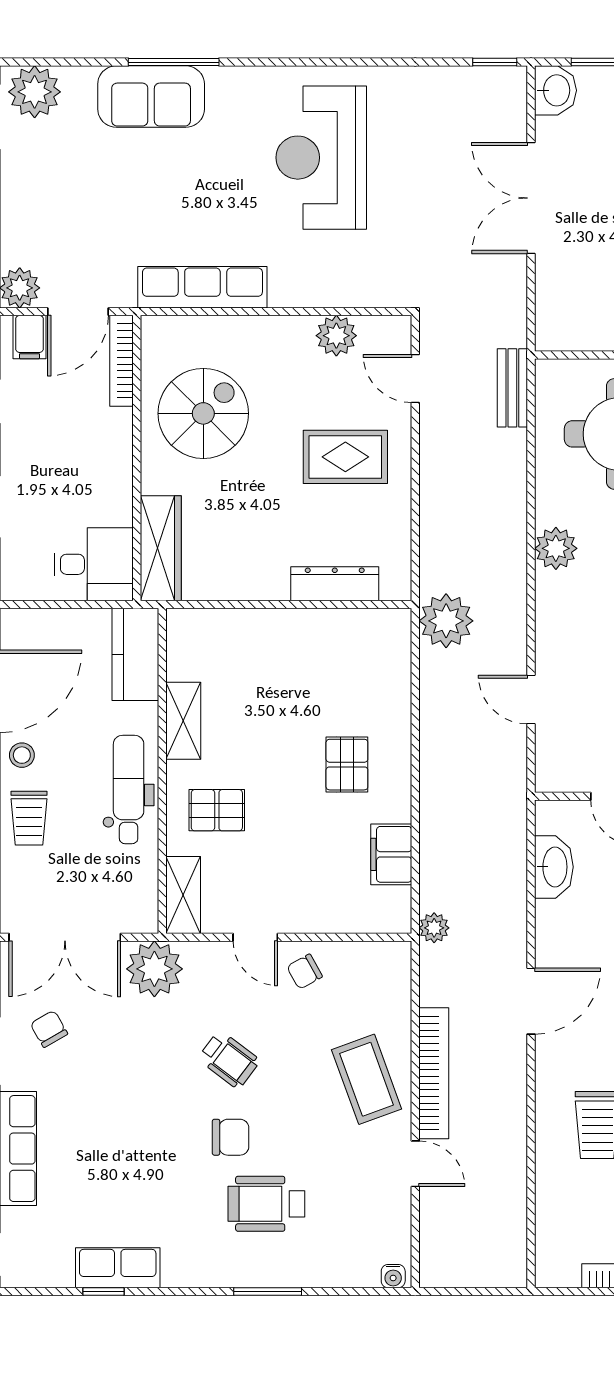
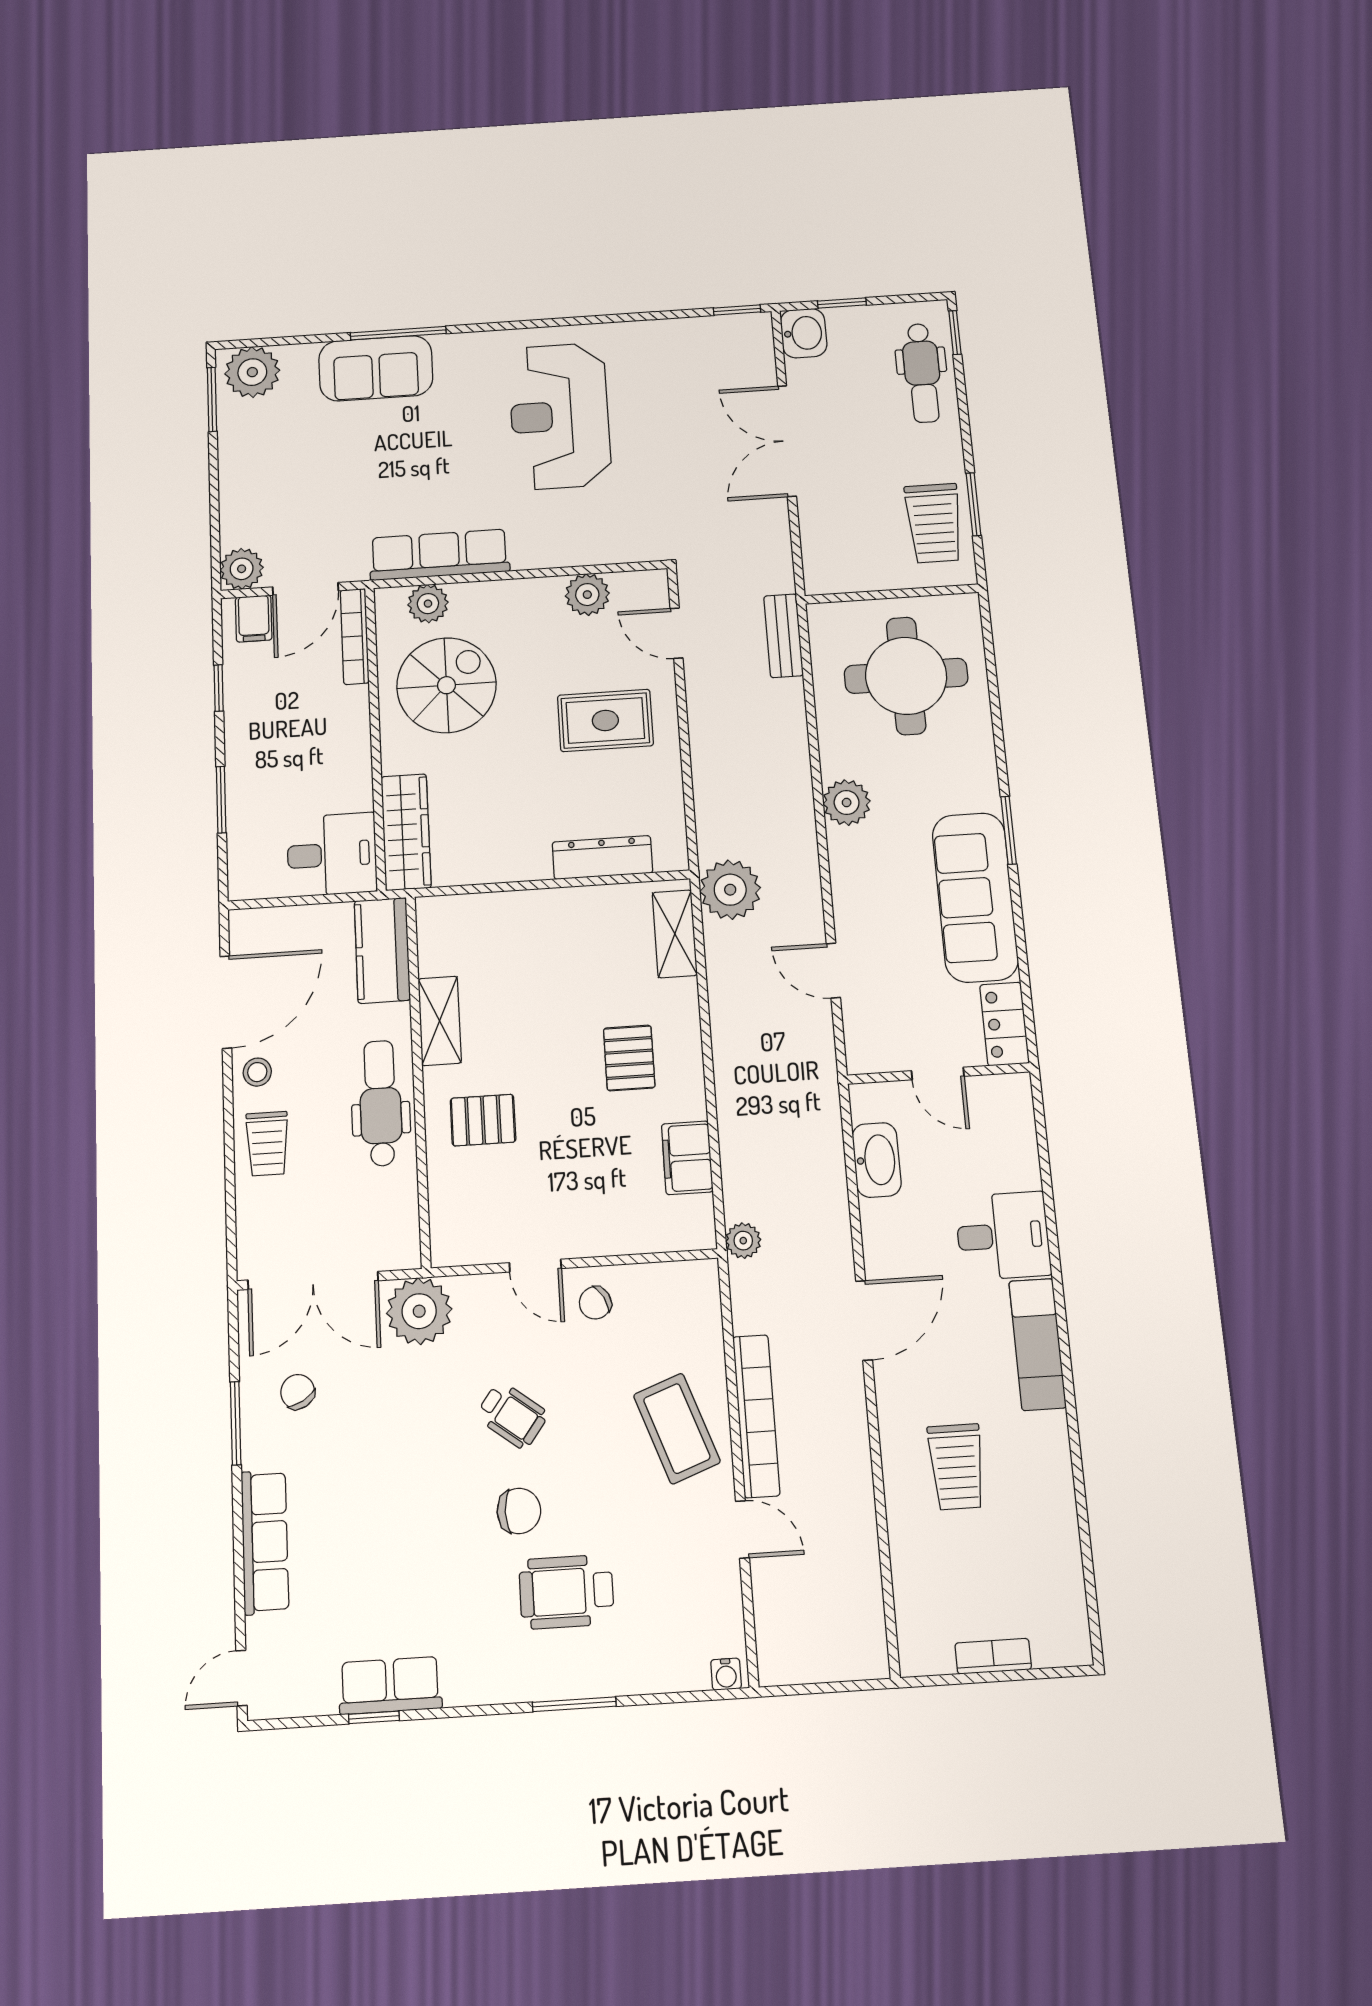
plant: (190, 334) -> (428, 604), added
shelving: (183, 895) -> (675, 934), moved

